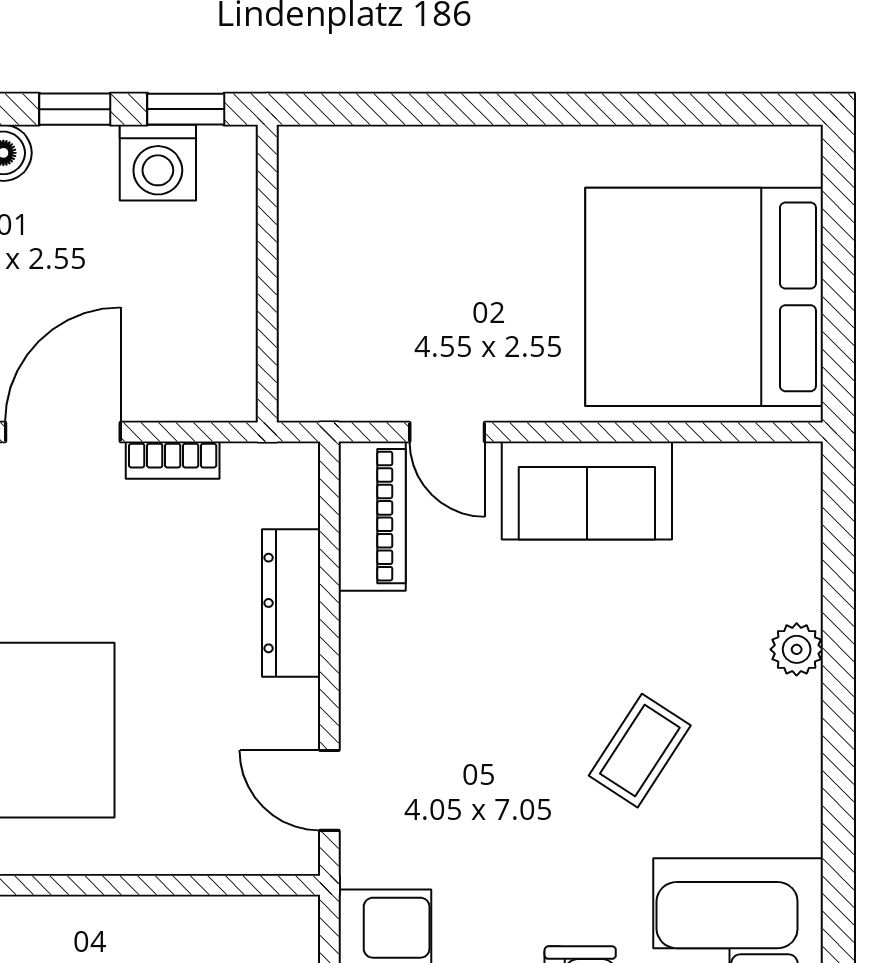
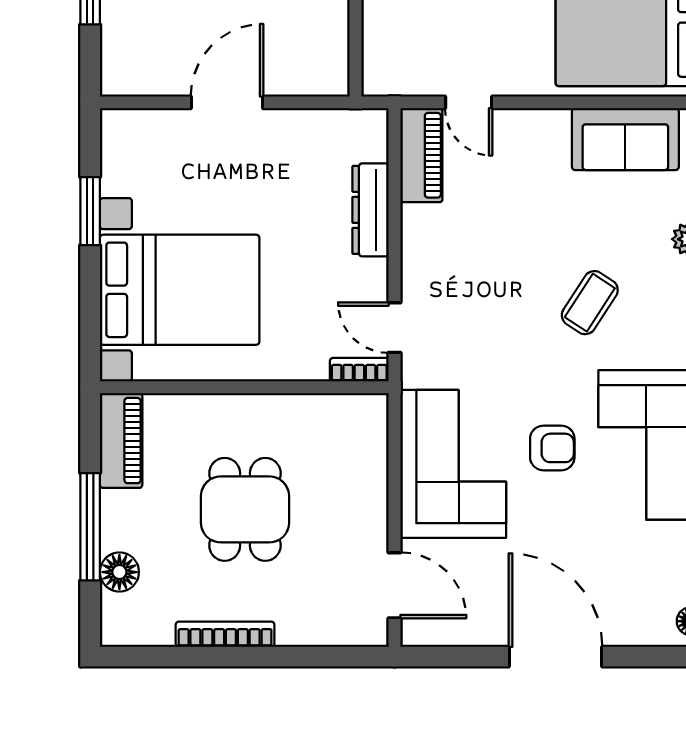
bookcase: (173, 460) -> (359, 370), moved, turned 180
sofa: (587, 490) -> (625, 139), moved

